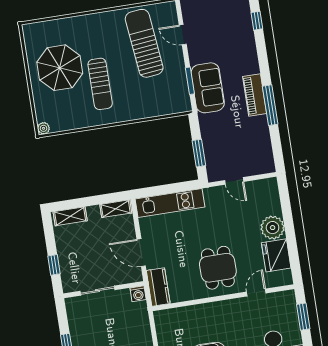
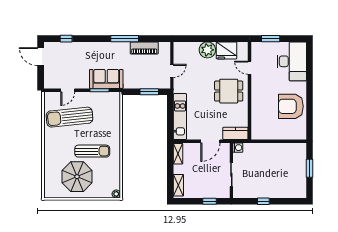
piano: (255, 95) -> (144, 48), moved

